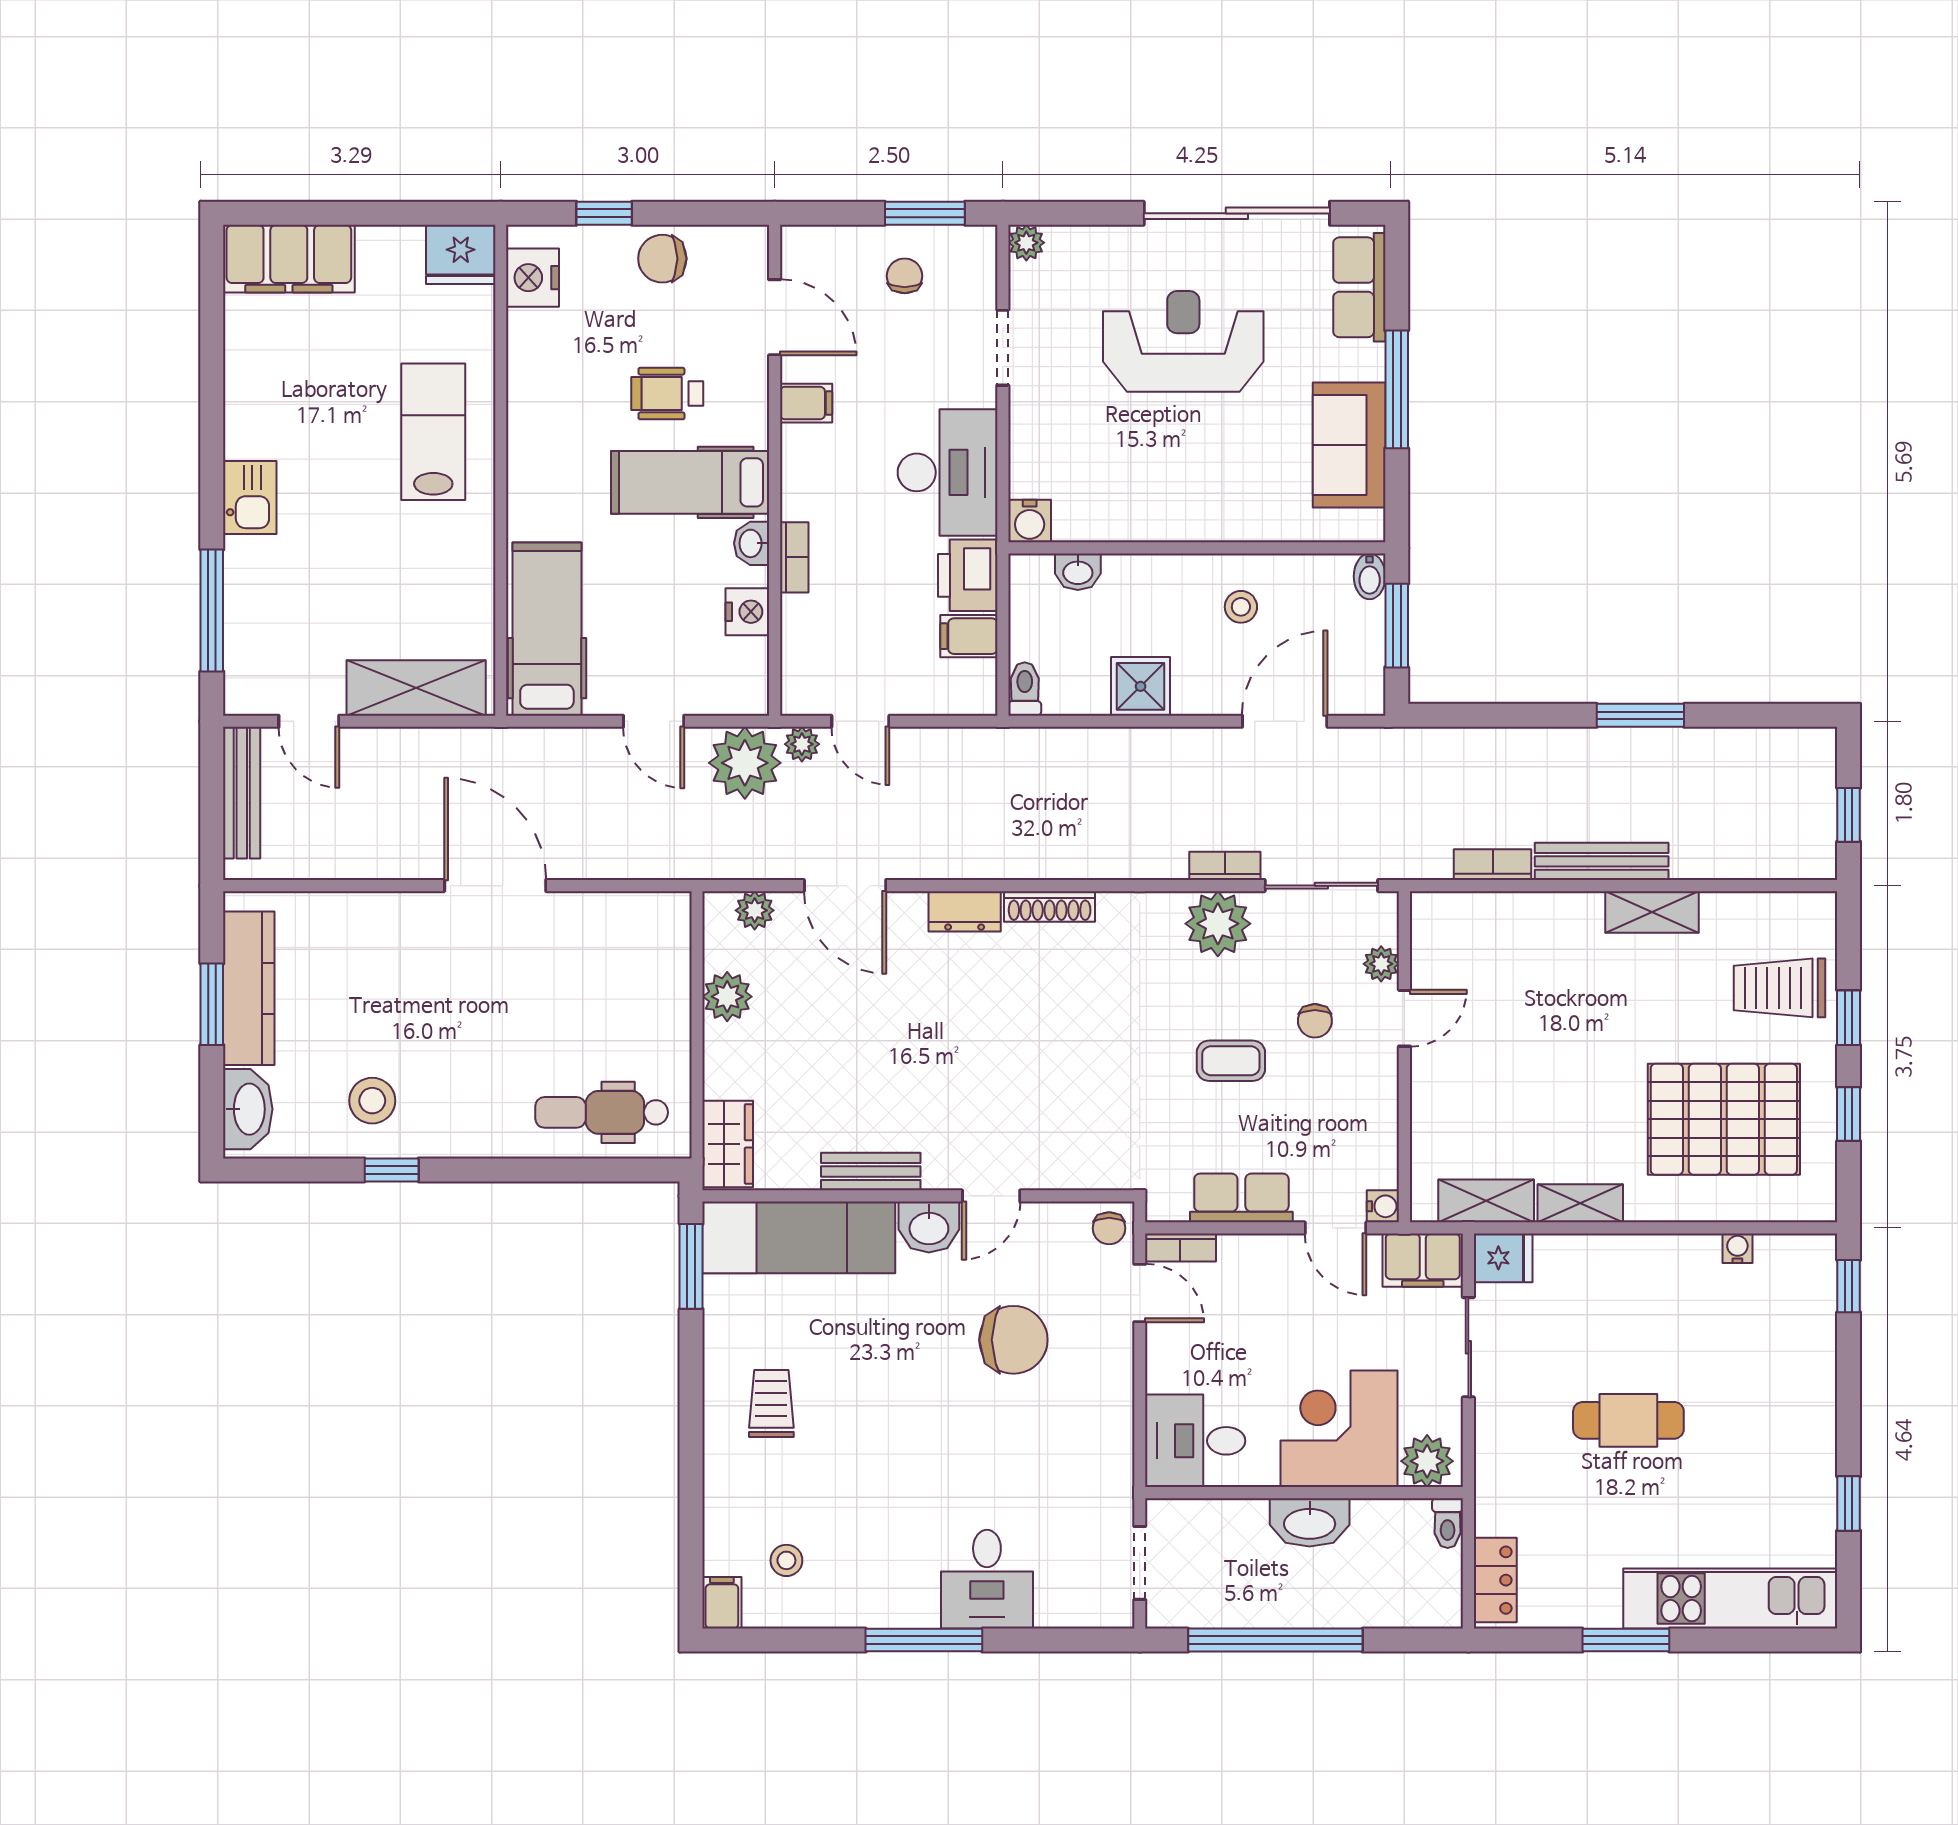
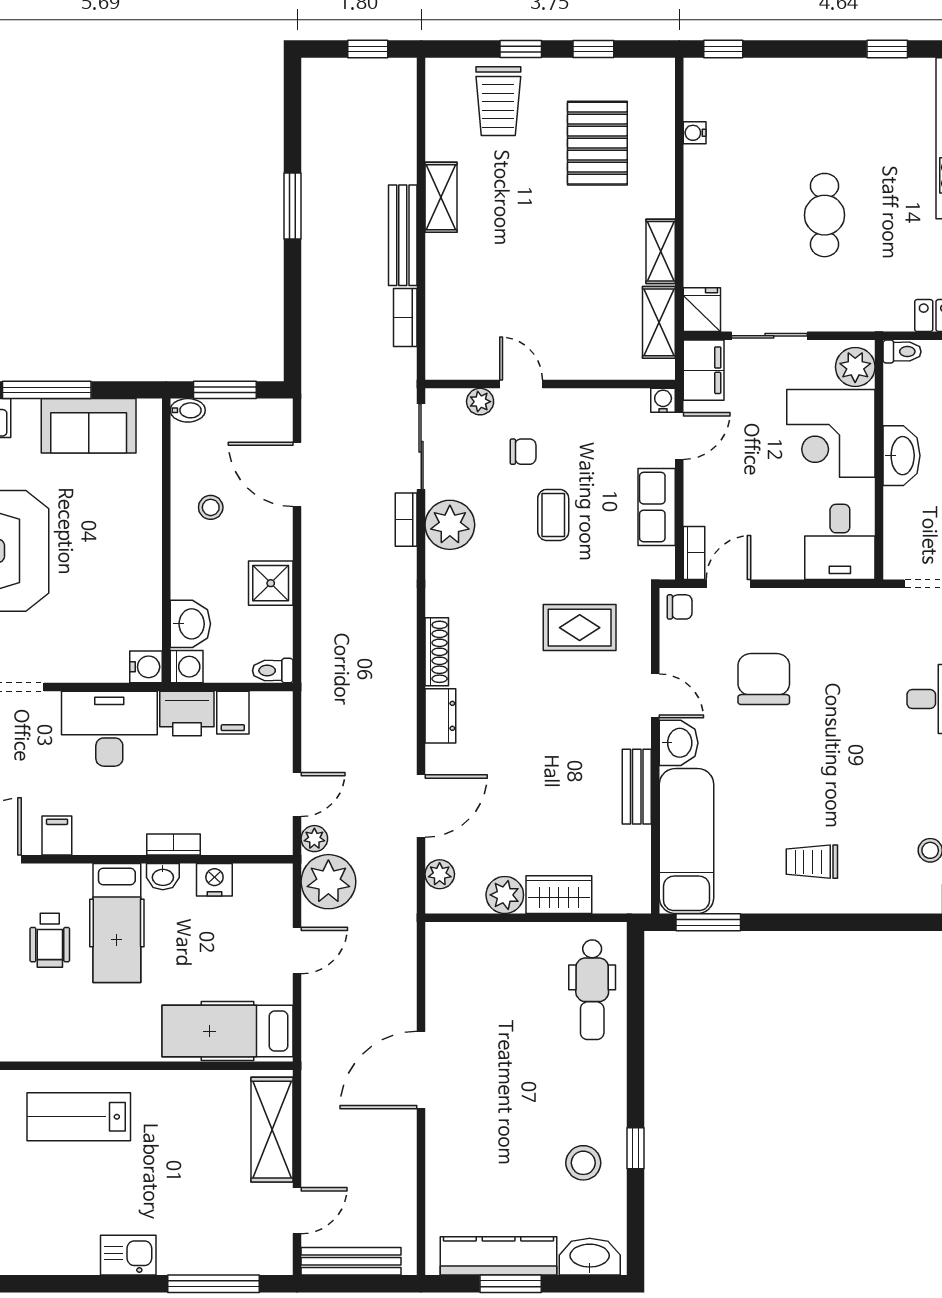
washbasin: (1078, 572) -> (190, 624), width x1.38, depth x1.45
washing machine: (1030, 575) -> (187, 667), added
rug: (1082, 1096) -> (580, 628), added
pallet: (1724, 1119) -> (597, 143), width x0.73, depth x0.71
wardrobe: (728, 1144) -> (559, 895), moved

